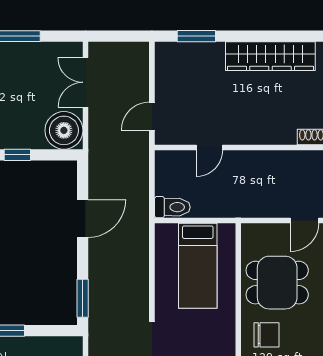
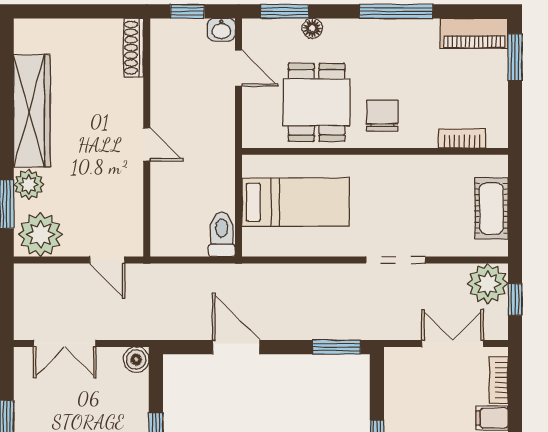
plant: (212, 54) -> (29, 184), added
plant: (172, 63) -> (40, 235), added
boiler: (64, 130) -> (136, 360), width x0.54, depth x0.54
door: (209, 148) -> (147, 145), moved

